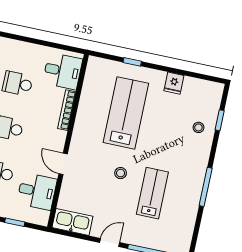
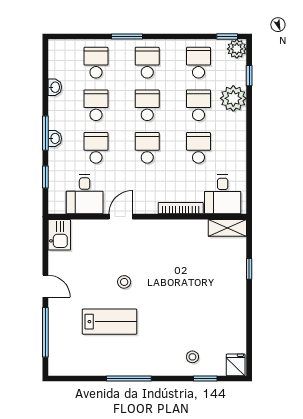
shelving: (93, 73) -> (227, 228), added
fridge: (174, 83) -> (236, 365), moved, turned 90
lab bench: (126, 113) -> (191, 274), removed
kitchen sink: (72, 222) -> (59, 235), width x0.73

